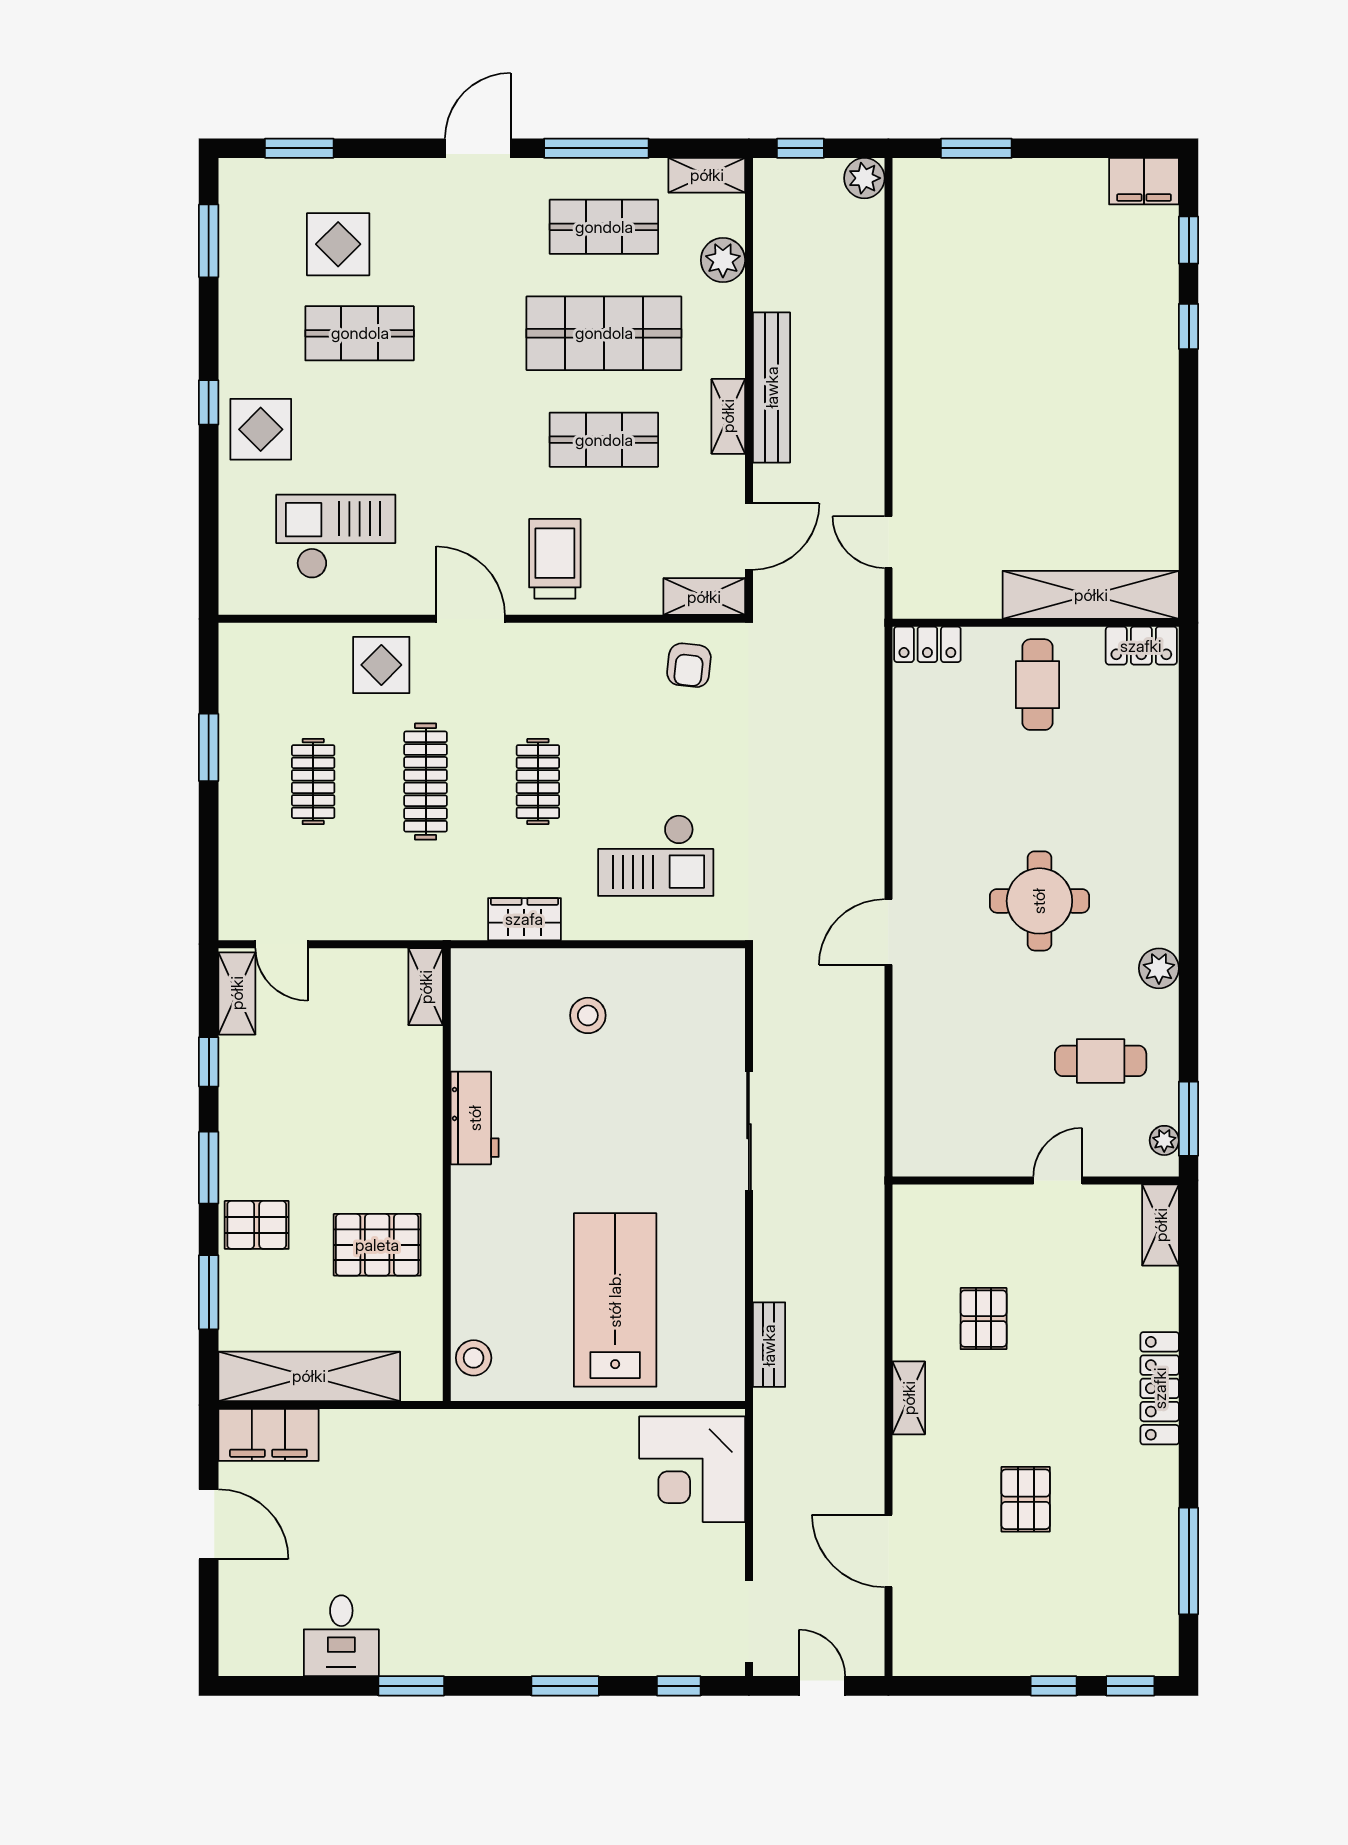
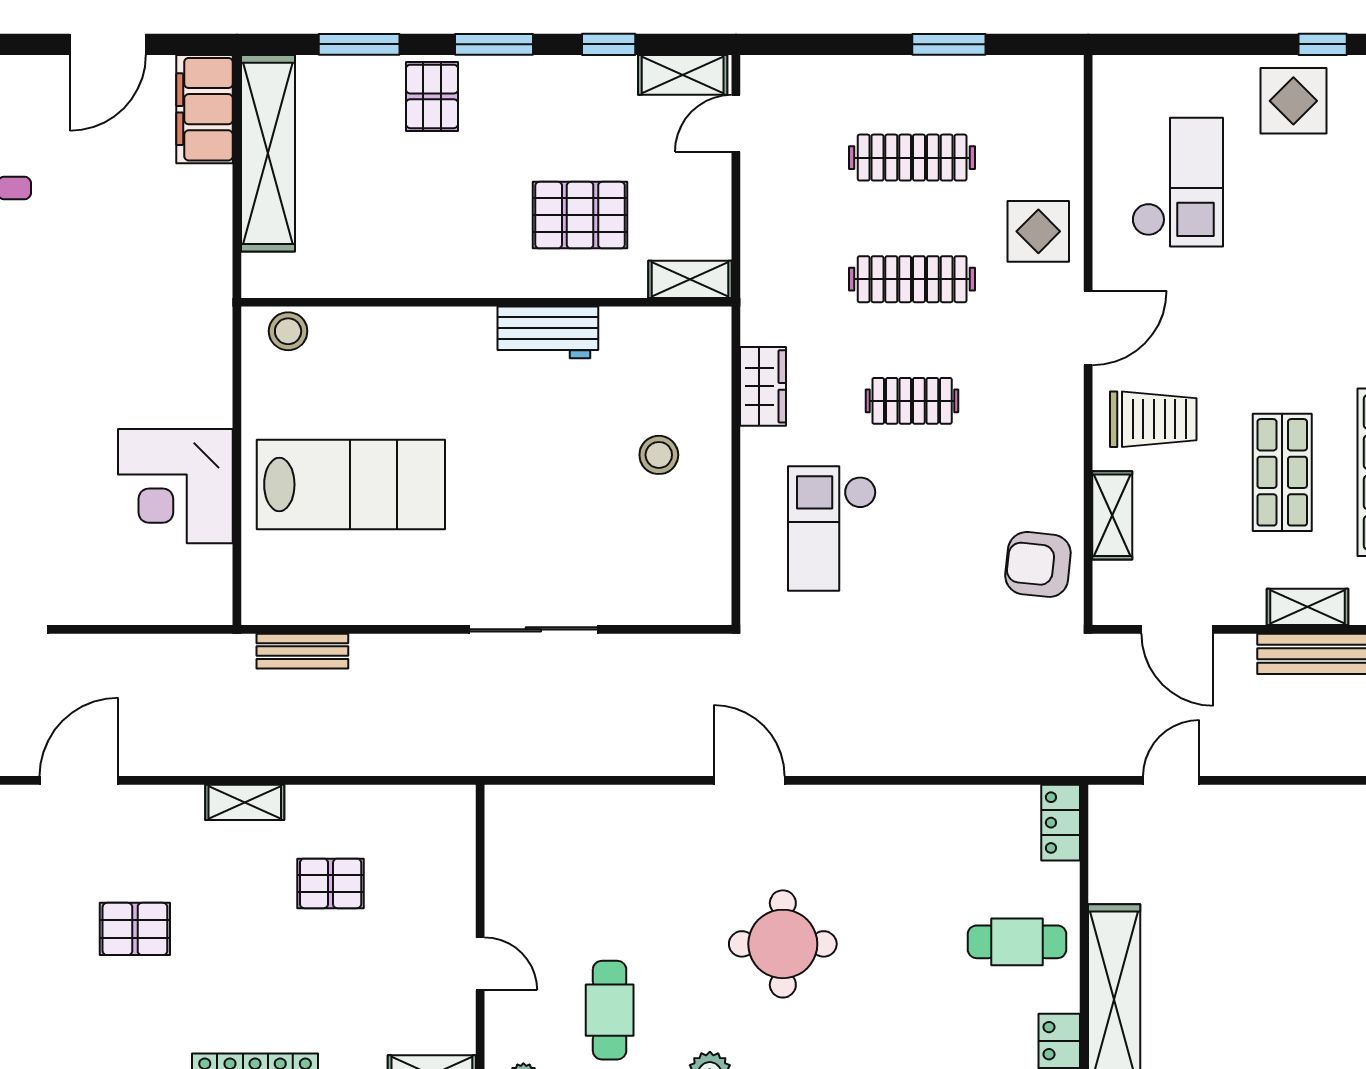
shelving: (704, 597) -> (1112, 515), moved
armchair: (689, 665) -> (1038, 564), width x1.38, depth x1.38
clothes rail: (313, 782) -> (912, 158), width x1.36
pallet: (377, 1245) -> (580, 215), moved, turned 90
corner desk: (692, 1469) -> (175, 486), moved, turned -90

